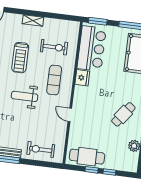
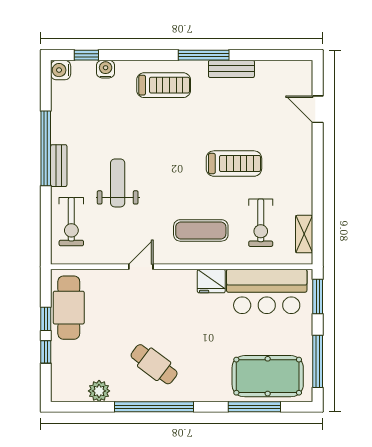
shelving: (33, 21) -> (304, 234), moved
treadmill: (20, 58) -> (234, 164), turned 180
weight bench: (25, 96) -> (118, 183), moved
exercise bike: (41, 149) -> (71, 222), turned 180

